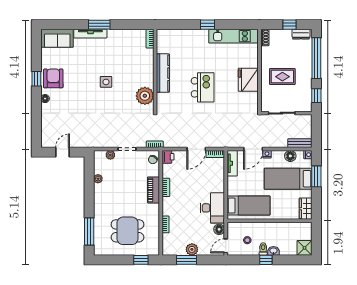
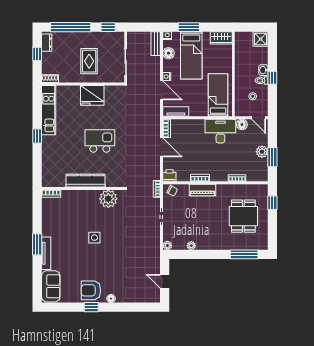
plant: (110, 155) -> (167, 245), moved

